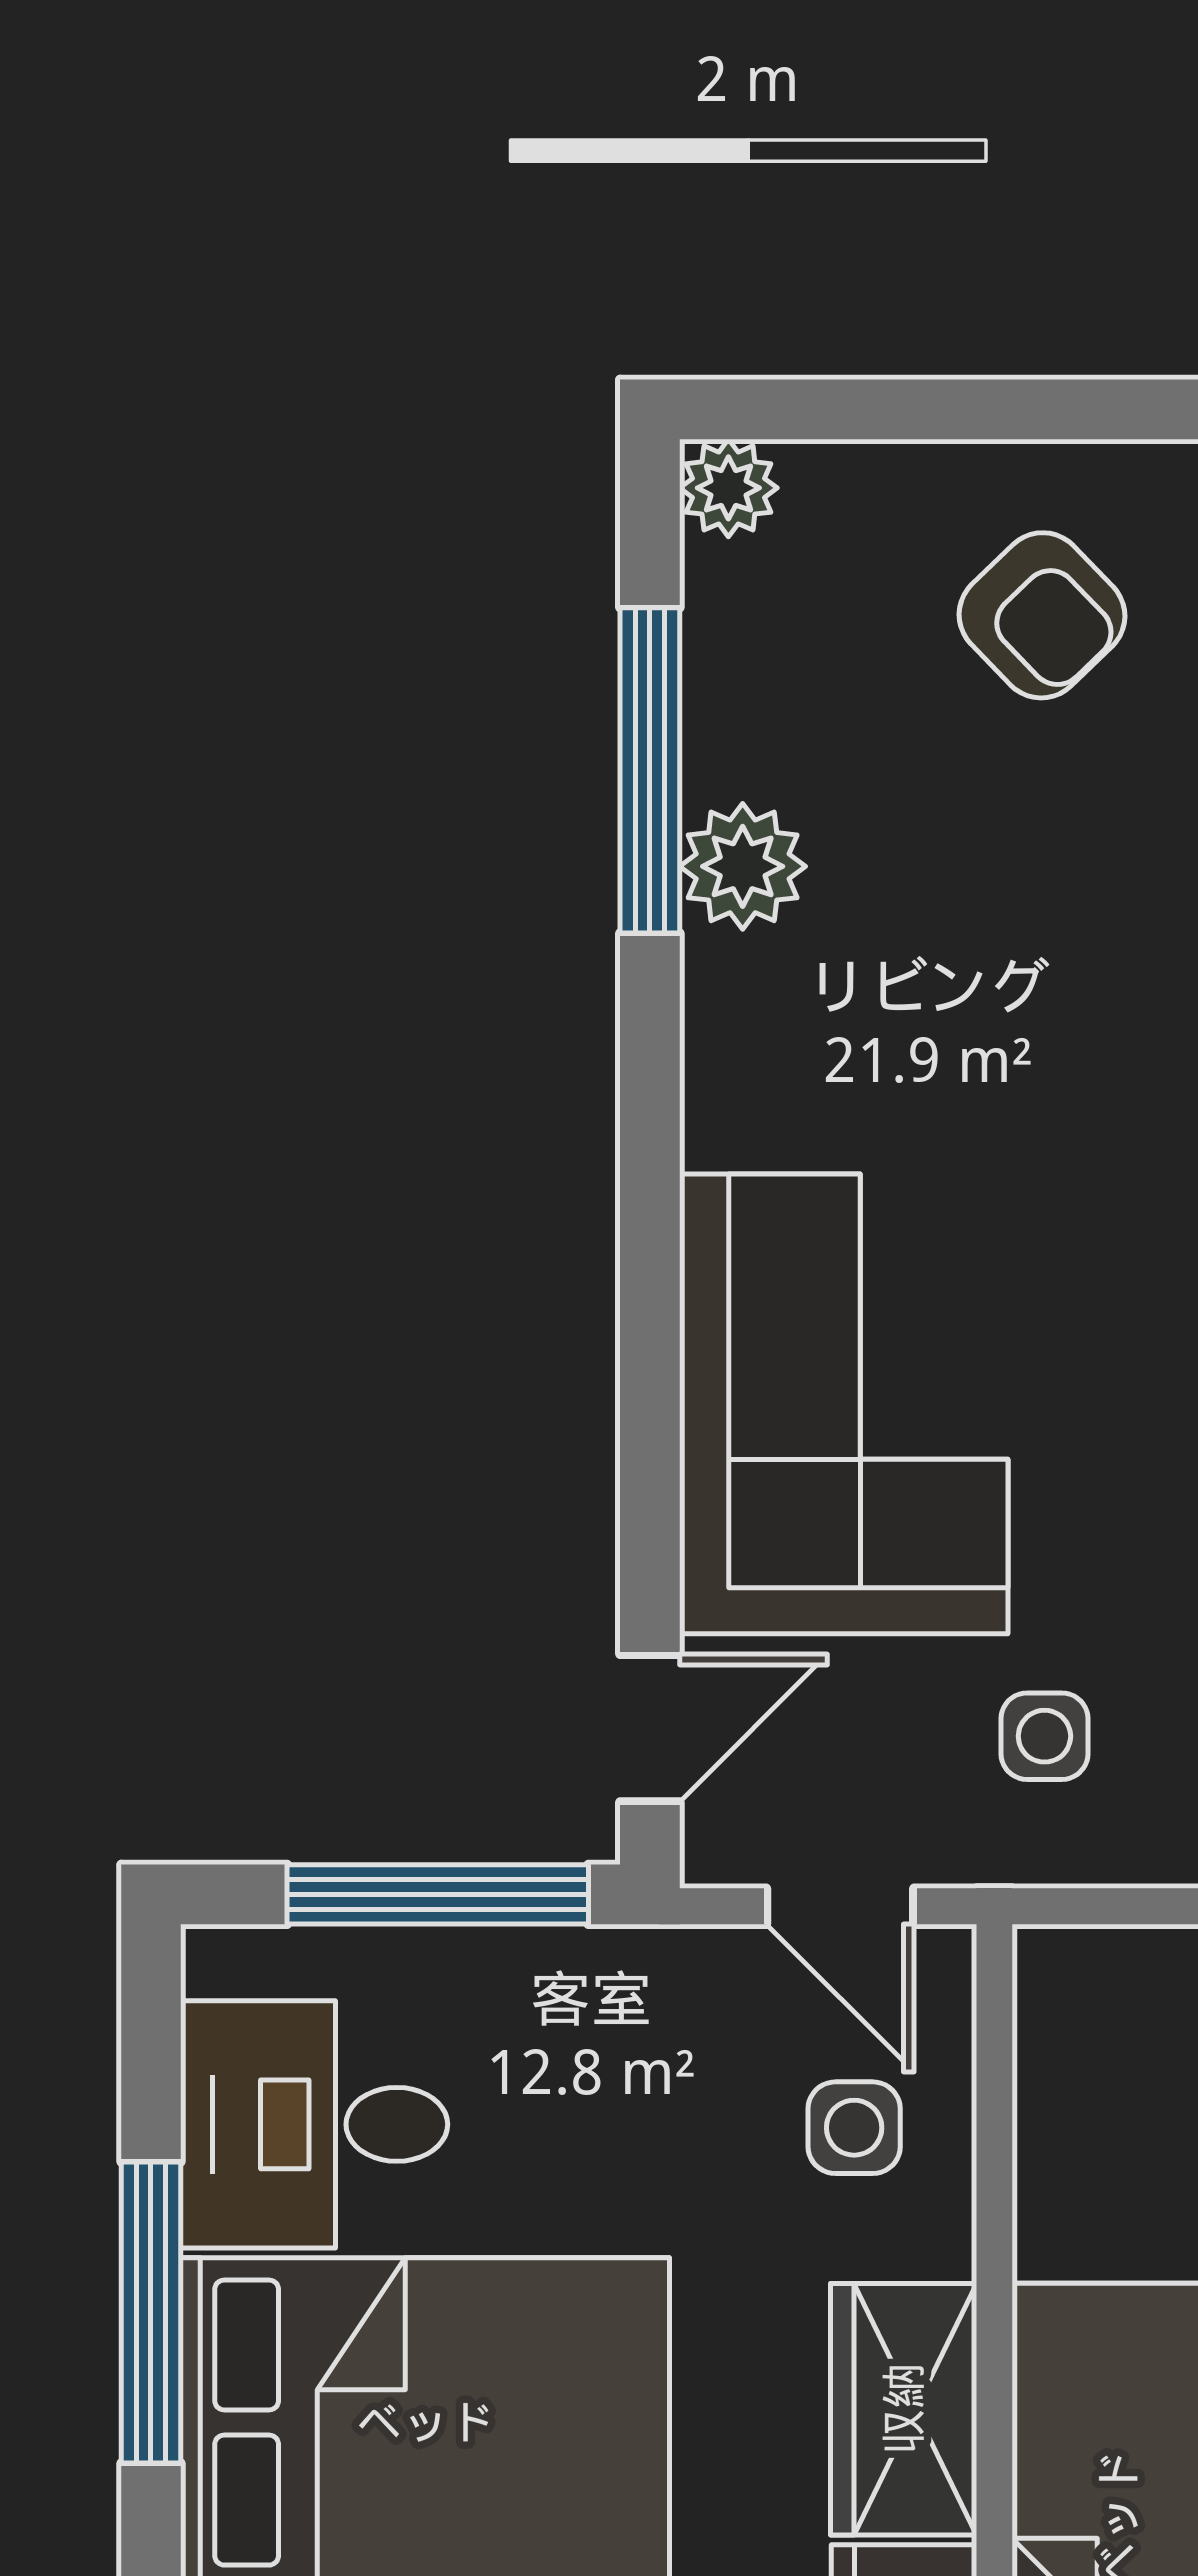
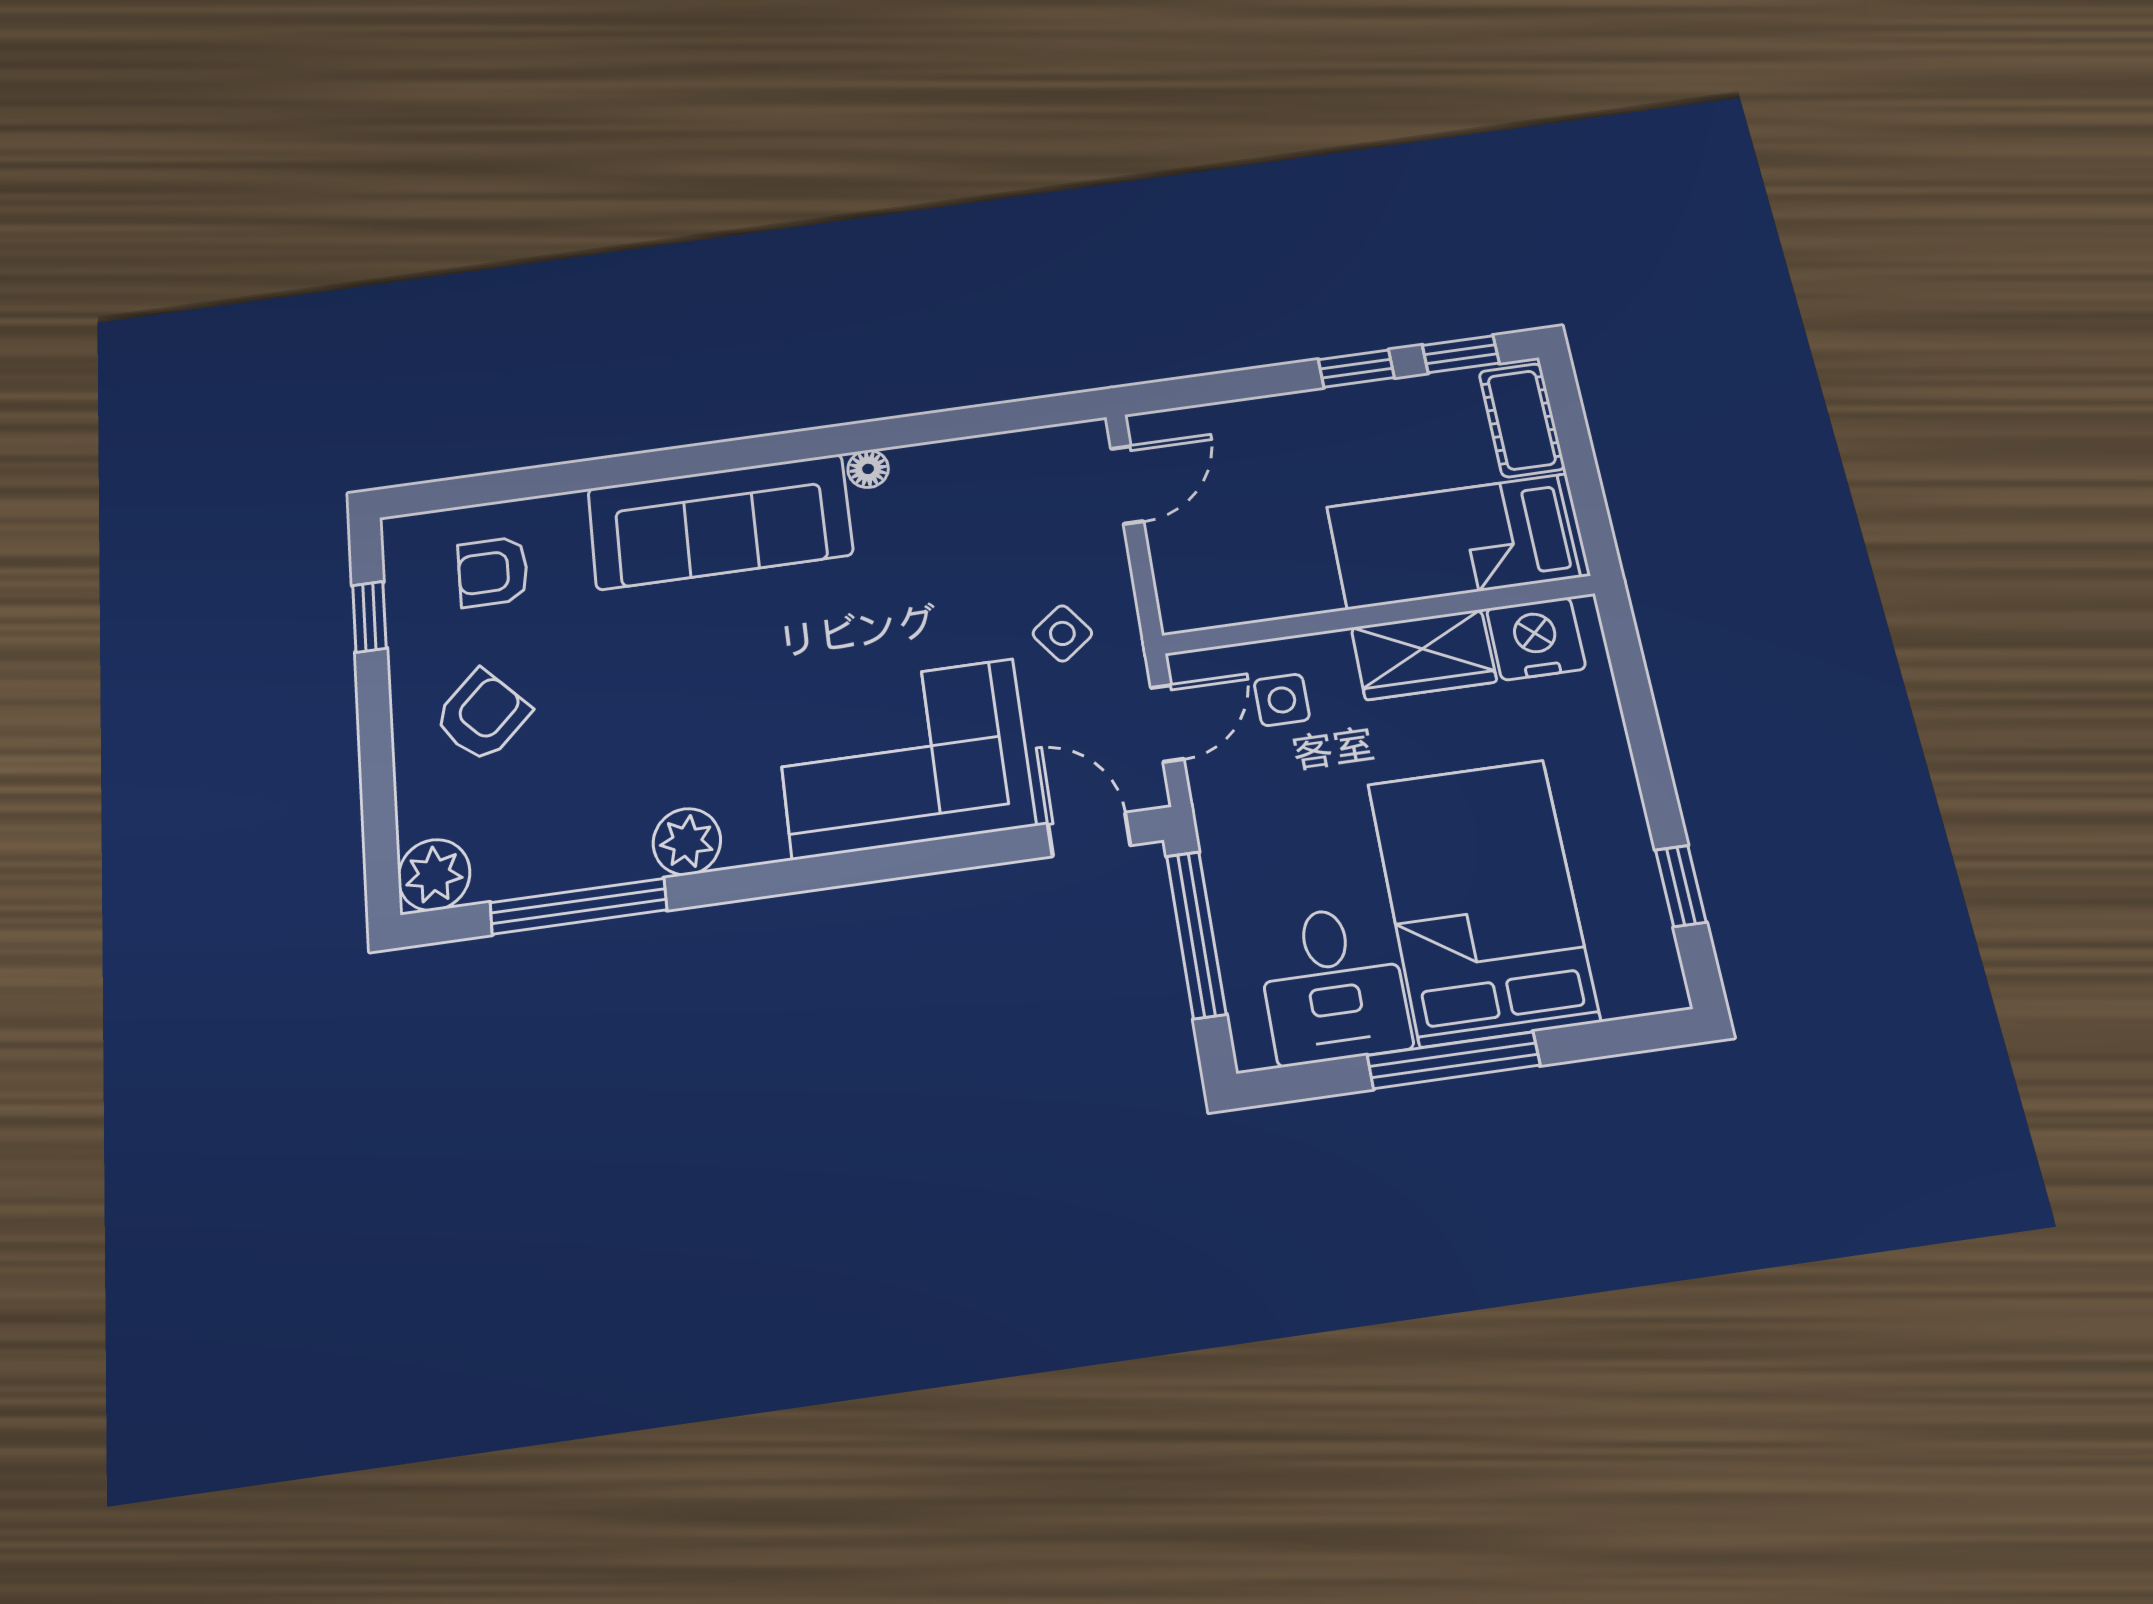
plant: (728, 488) -> (434, 875), width x1.38, depth x1.38
plant: (743, 866) -> (687, 842), moved
side table: (1044, 1736) -> (1062, 633), turned -37

